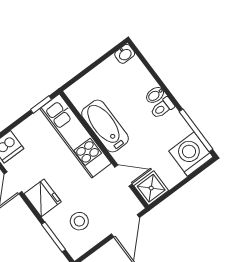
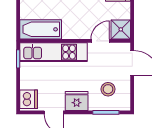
bathtub: (105, 126) -> (41, 29), moved

